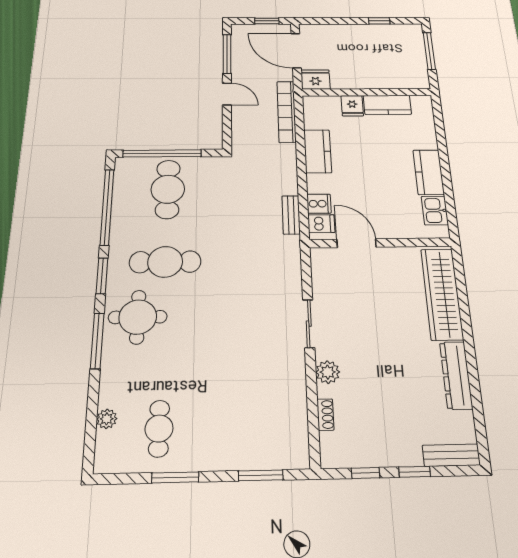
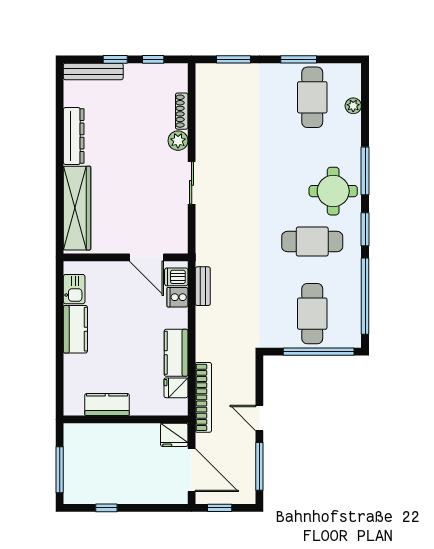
fridge: (352, 106) -> (176, 388), moved, turned -90
shoe rack: (325, 415) -> (182, 111), width x1.43
cafe table: (159, 428) -> (312, 97), width x1.37, depth x1.35
bench: (451, 455) -> (93, 71), width x1.36

